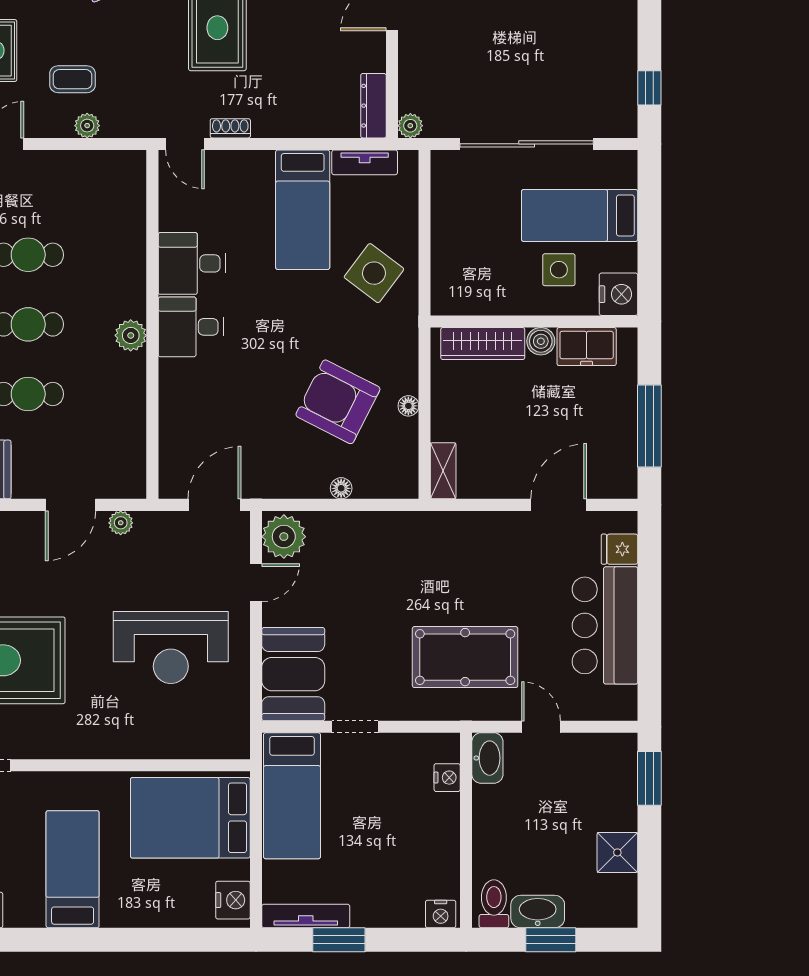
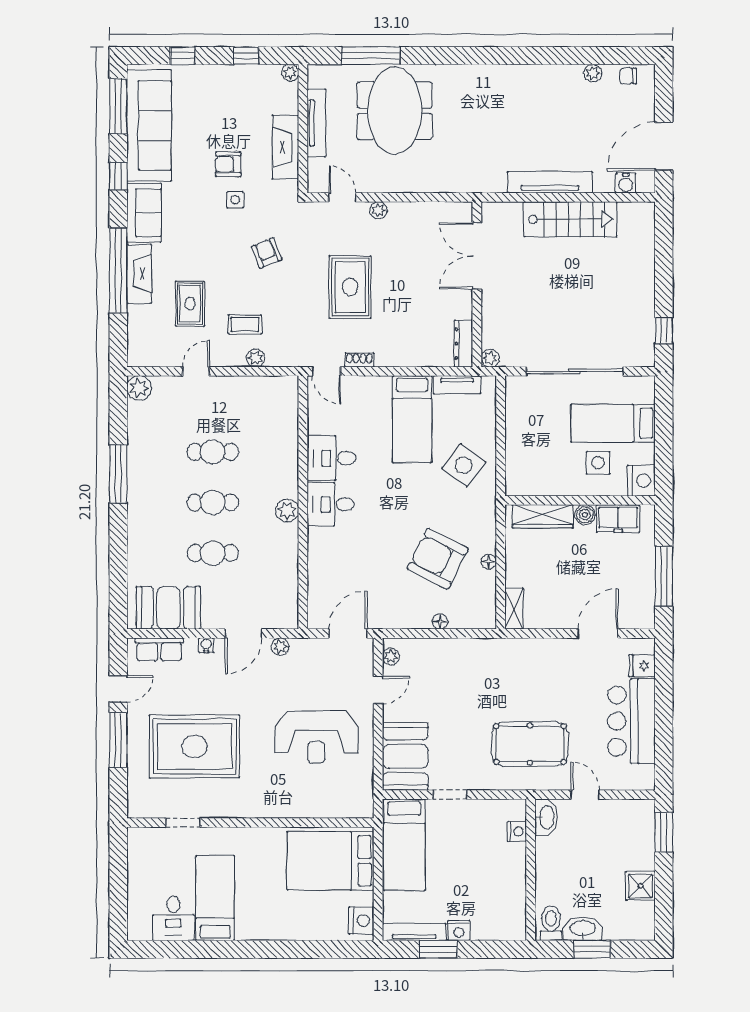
water cooler: (19, 521) -> (206, 645), added
plant: (284, 537) -> (391, 657), width x0.53, depth x0.53
bed: (73, 869) -> (215, 898), moved
nightstand: (441, 914) -> (459, 931), moved

